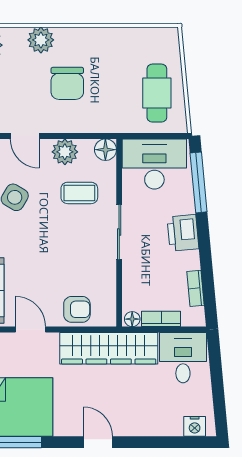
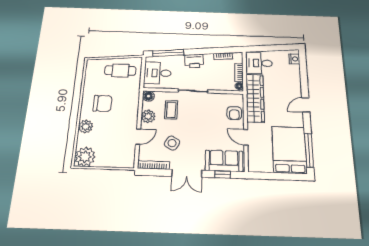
chair: (67, 83) -> (102, 103), moved
desk: (154, 164) -> (158, 73), width x0.73
armchair: (77, 309) -> (234, 113), turned 180
door: (30, 330) -> (246, 137), hinge flipped

